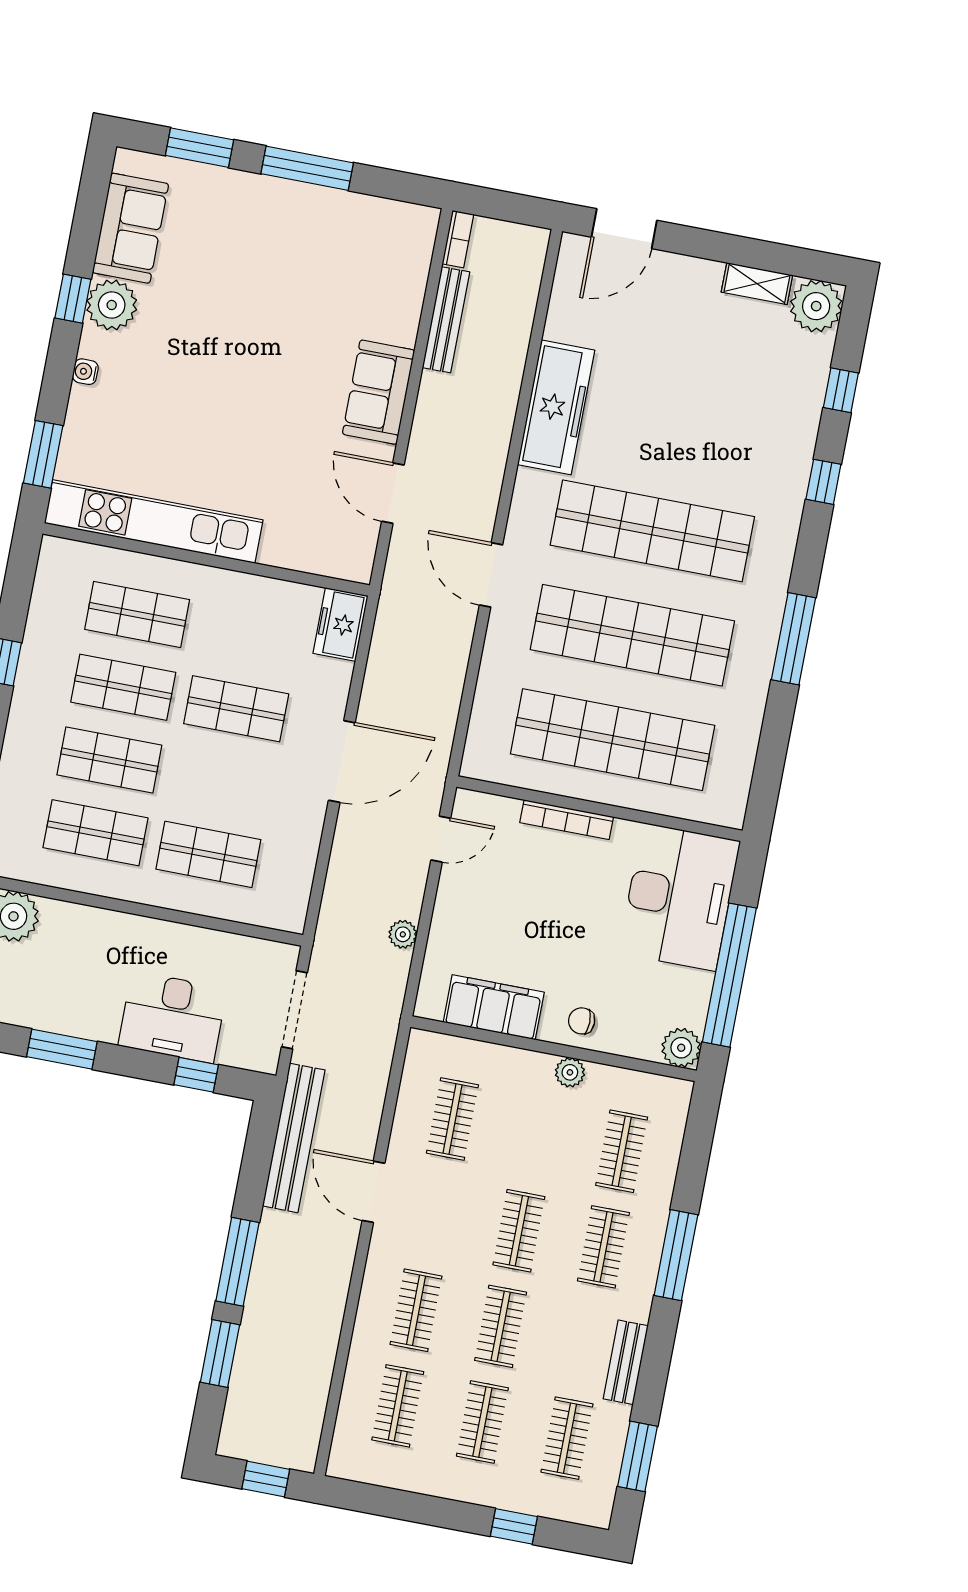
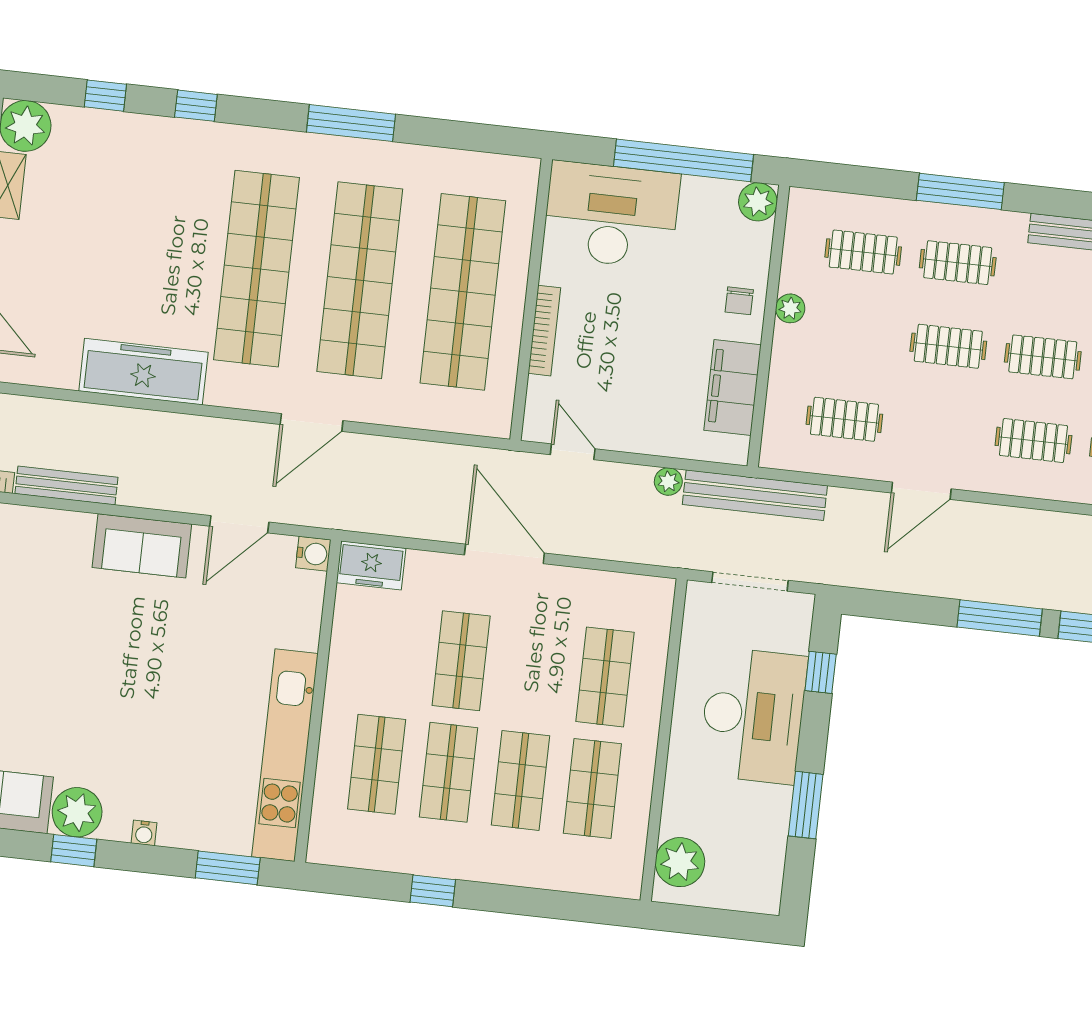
water cooler: (357, 566) -> (313, 554), added
desk: (173, 1017) -> (753, 716), width x1.36, depth x1.30
bench: (294, 1138) -> (755, 495), moved

